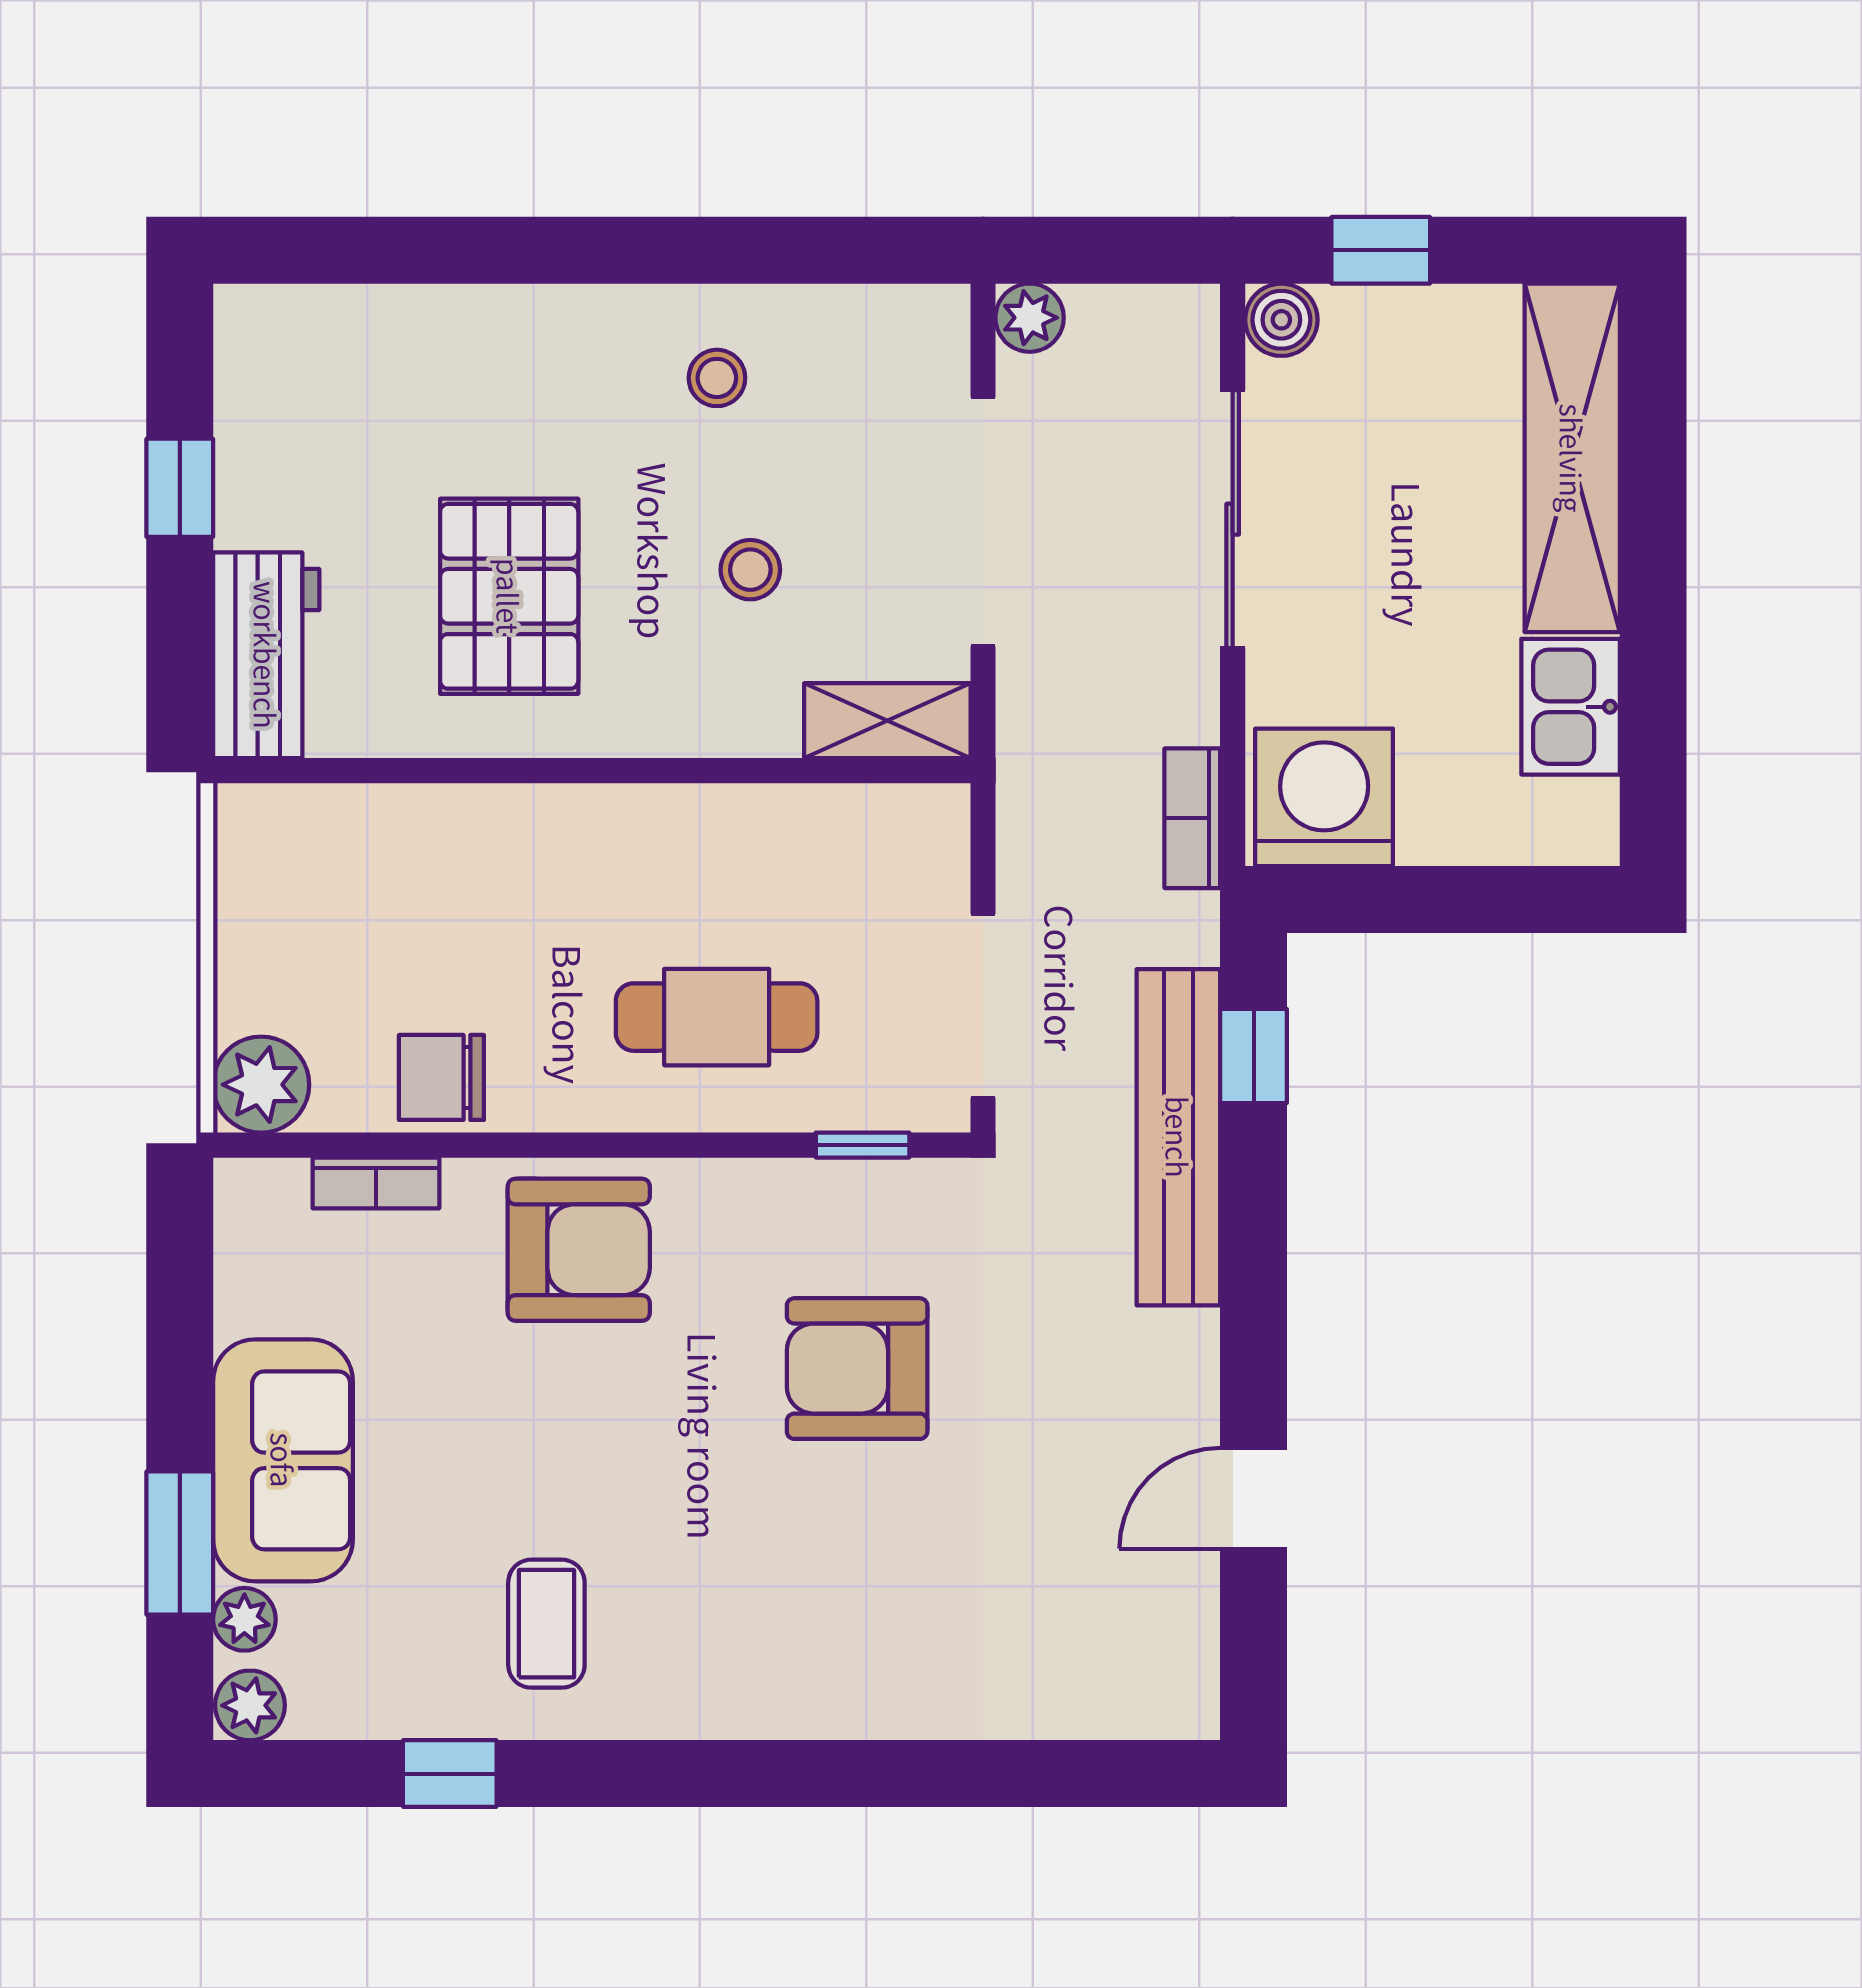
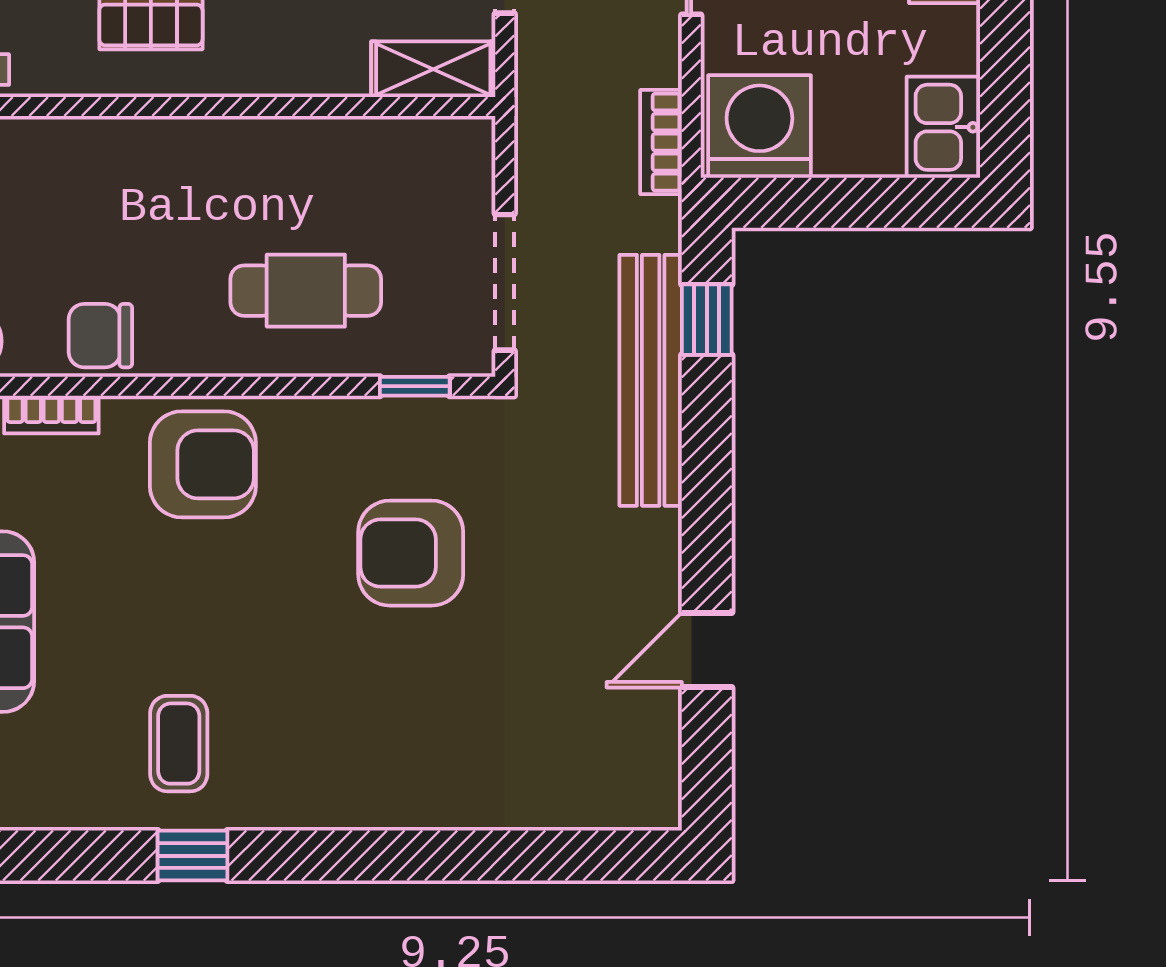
kitchen sink: (1571, 707) -> (943, 127), moved
window: (450, 1774) -> (193, 856), moved

